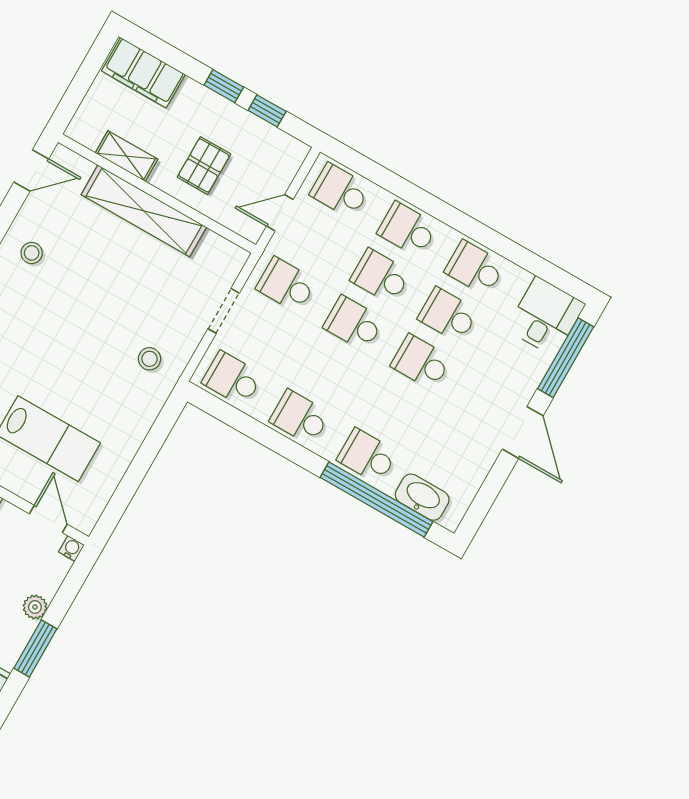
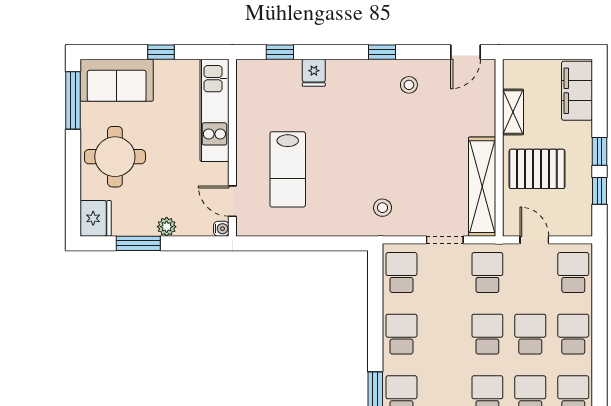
pallet: (204, 166) -> (537, 169), width x1.50, depth x1.42
door: (31, 171) -> (466, 52), hinge flipped
shelving: (144, 211) -> (482, 187), moved
door: (48, 519) -> (232, 201), swing flipped

